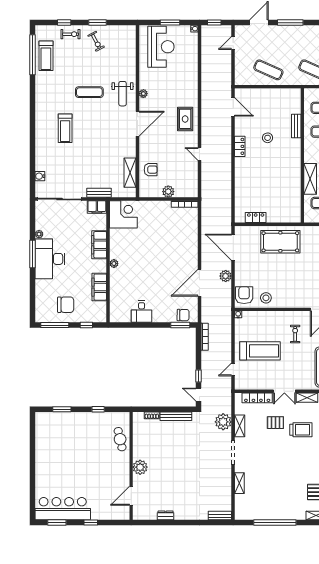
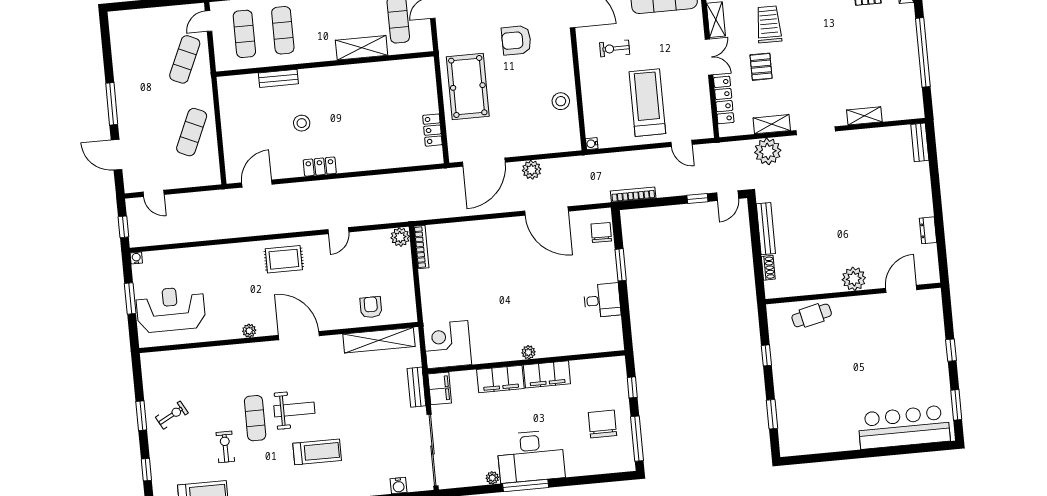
exercise bike: (71, 34) -> (225, 447), moved
weight bench: (123, 94) -> (294, 409), moved
shelving: (130, 173) -> (379, 340), width x1.47
plant: (168, 192) -> (400, 237), moved
filing cabinet: (99, 287) -> (547, 374), moved
armchair: (244, 295) -> (516, 40), moved
window: (180, 325) -> (621, 265), moved
door: (131, 496) -> (901, 289), swing flipped
bar counter: (63, 509) -> (904, 427), moved, turned 90

